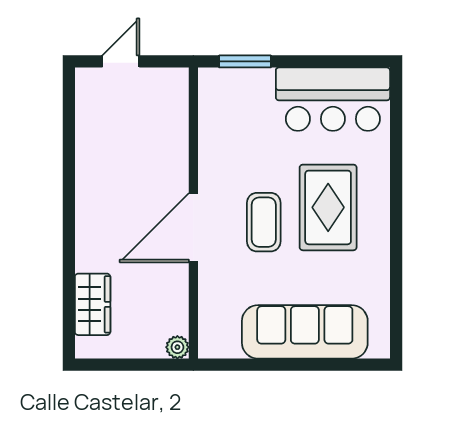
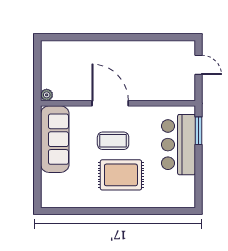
bar counter: (333, 99) -> (178, 145), moved
wardrobe: (93, 304) -> (69, 50), removed
sofa: (305, 332) -> (55, 139), moved

